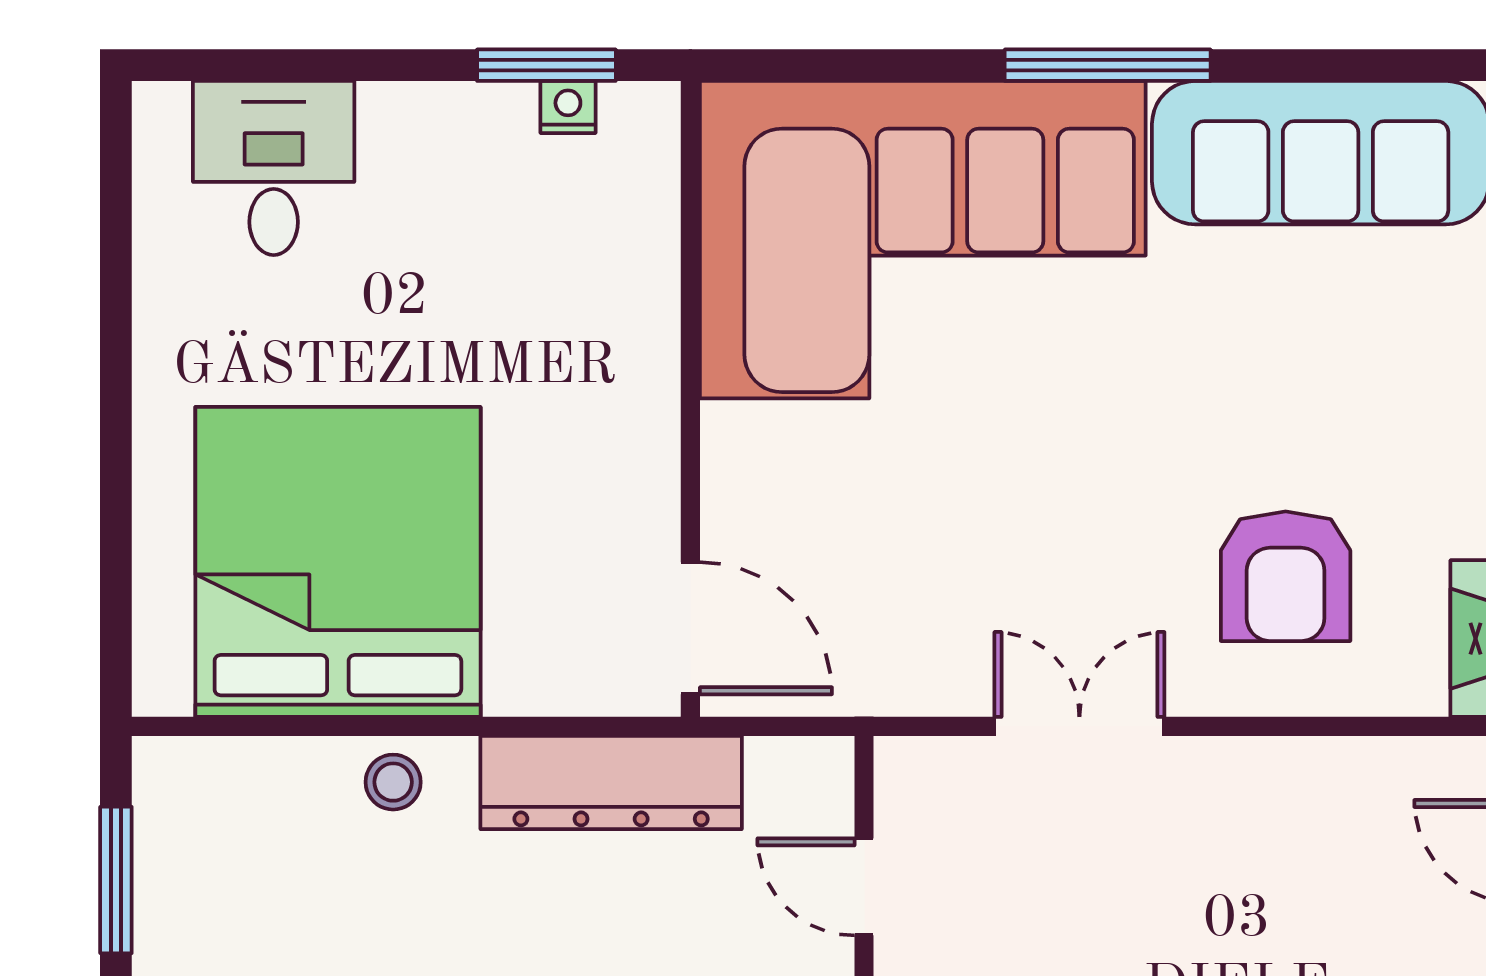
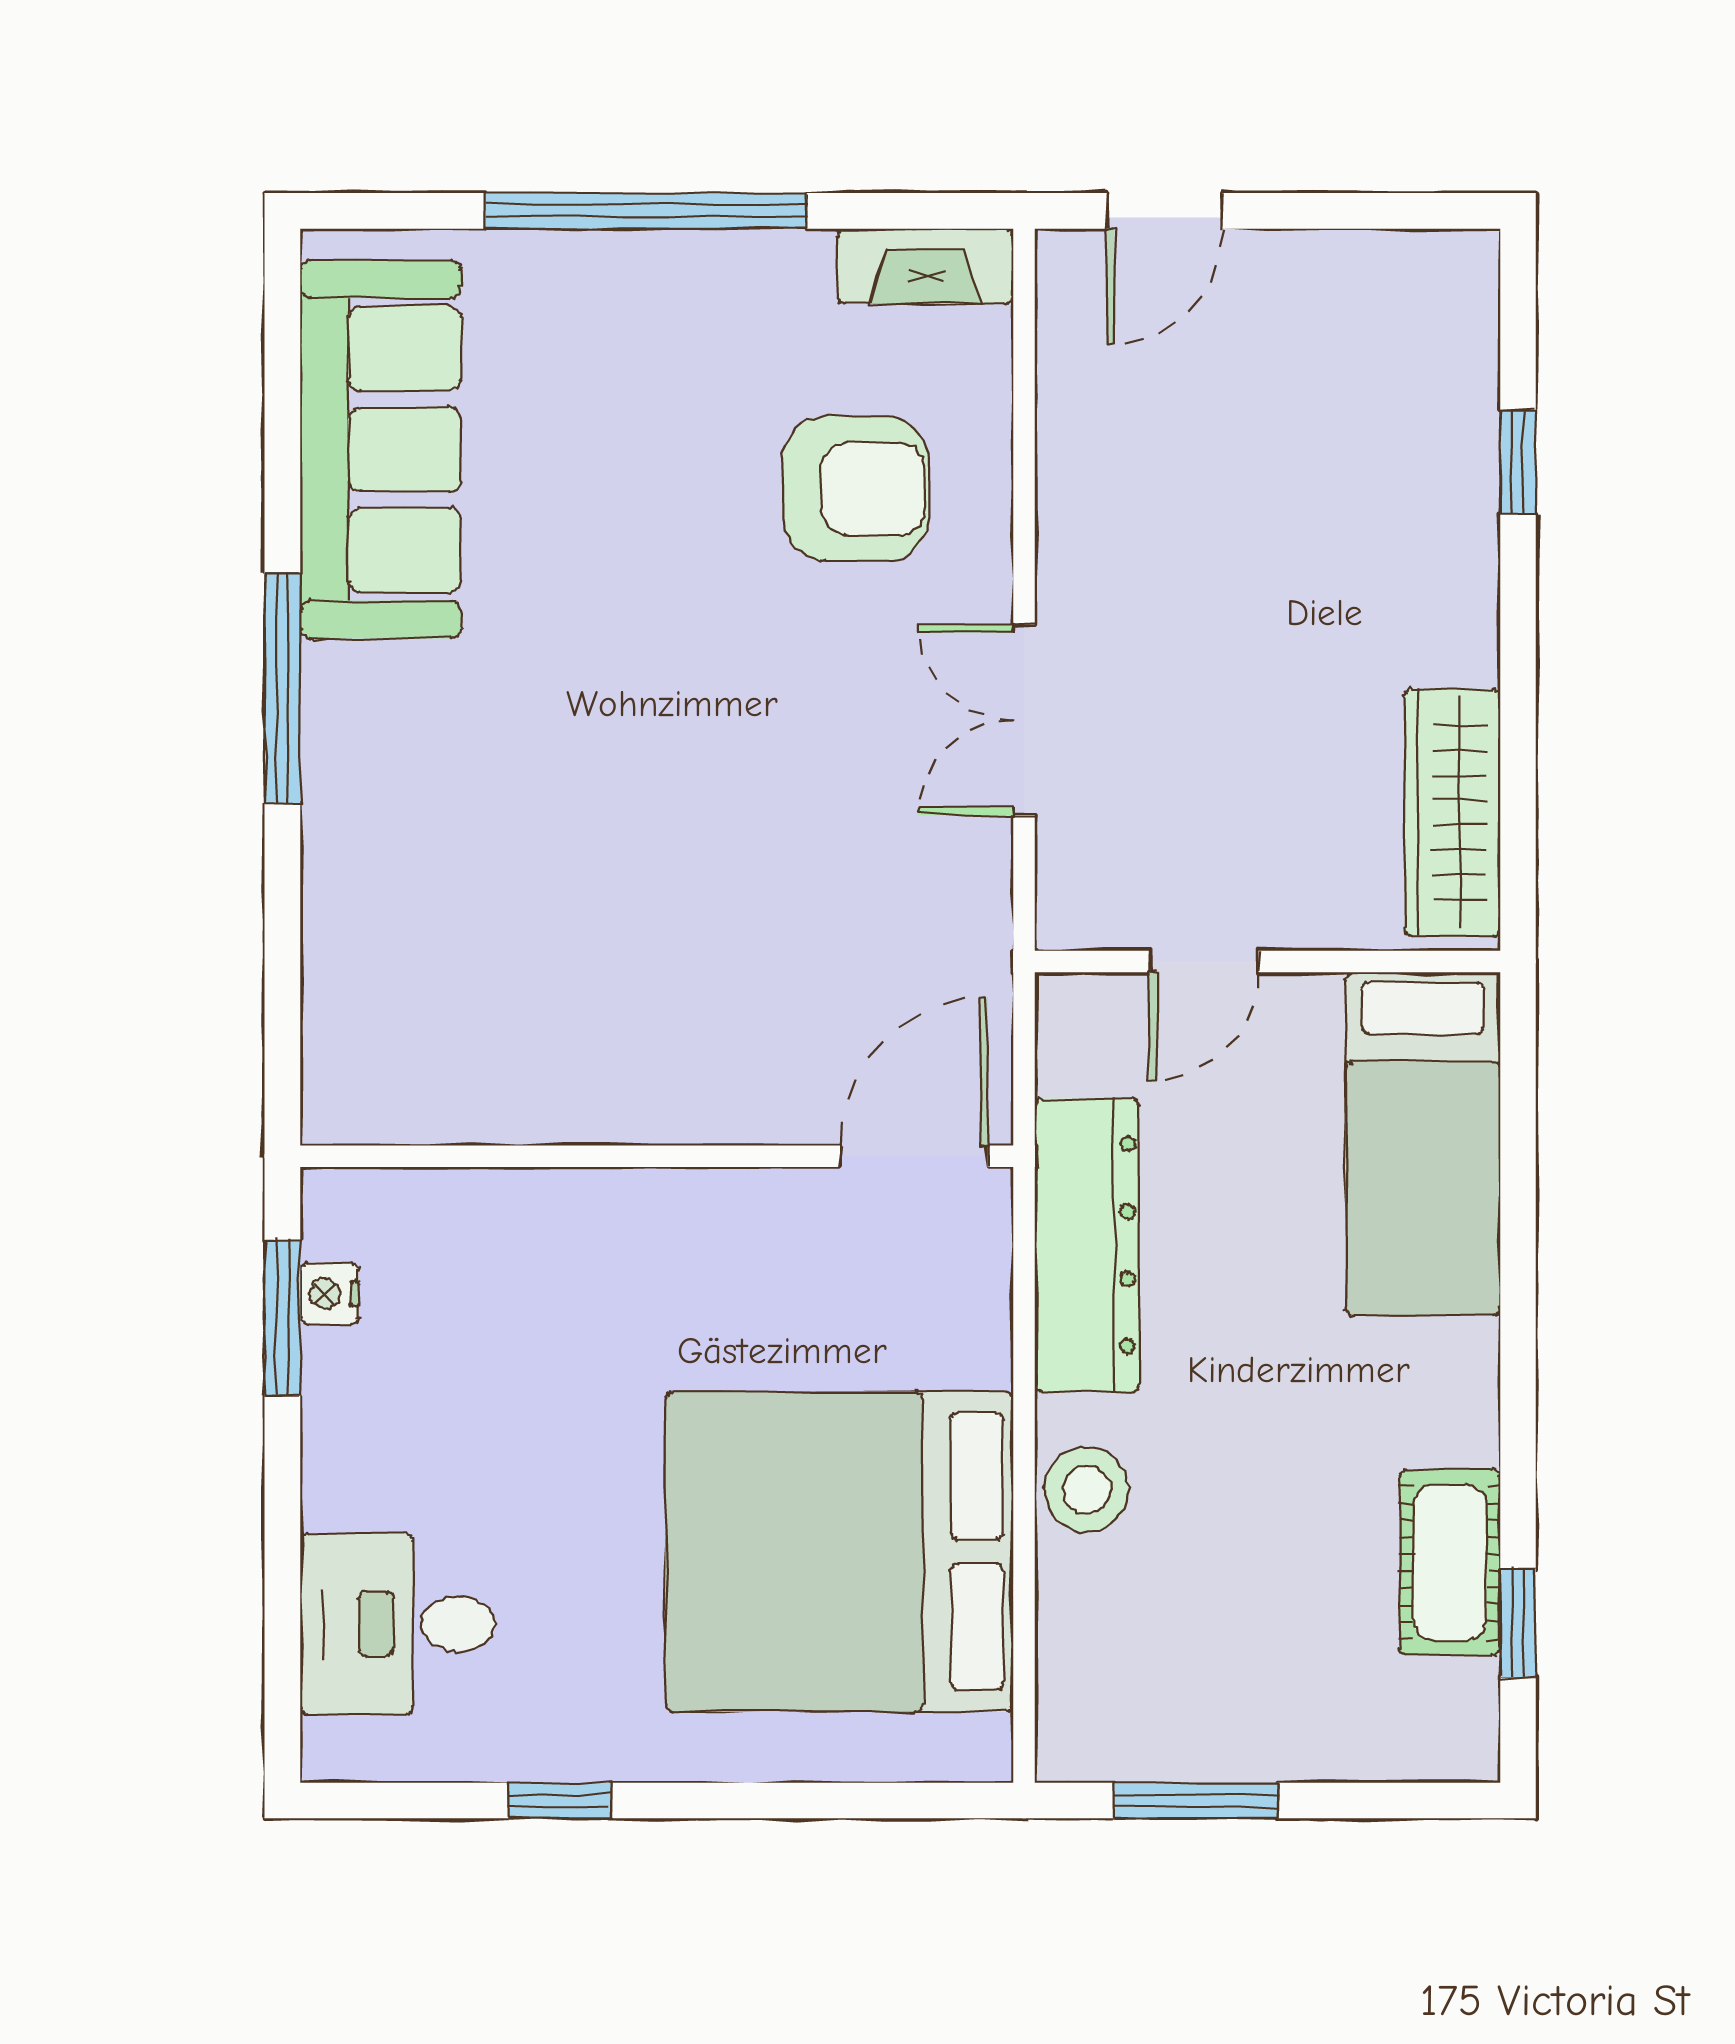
corner sofa: (923, 240) -> (478, 896), removed
window: (116, 312) -> (560, 1801), added
stool: (393, 782) -> (1086, 1490), width x1.37, depth x1.37

